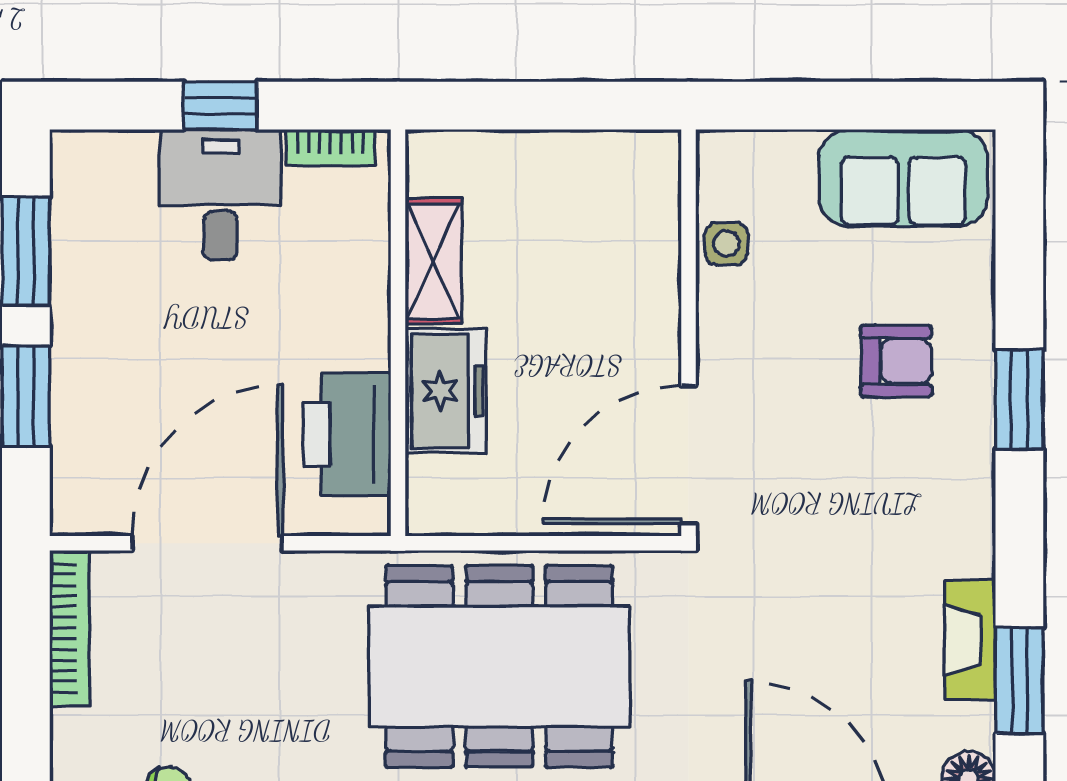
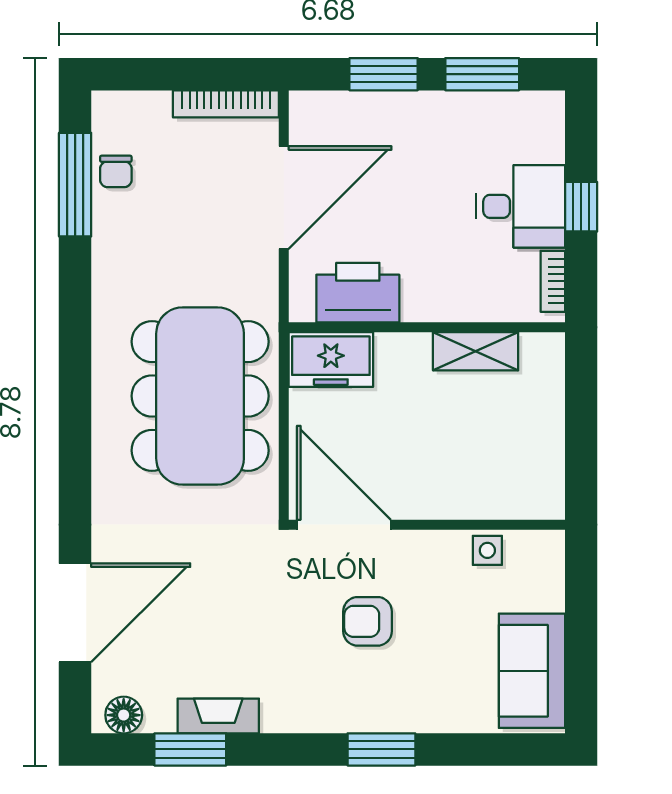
armchair: (896, 361) -> (368, 621), moved, turned 90
freezer: (446, 391) -> (331, 360), moved
door: (207, 543) -> (284, 198), hinge flipped

